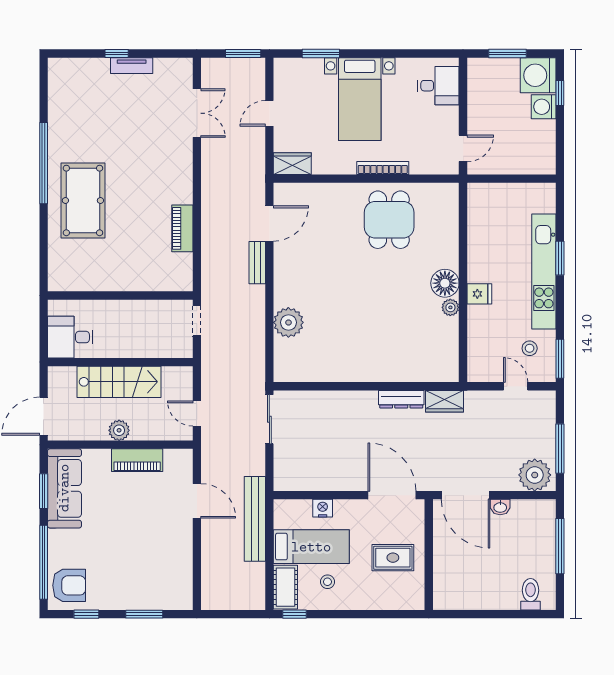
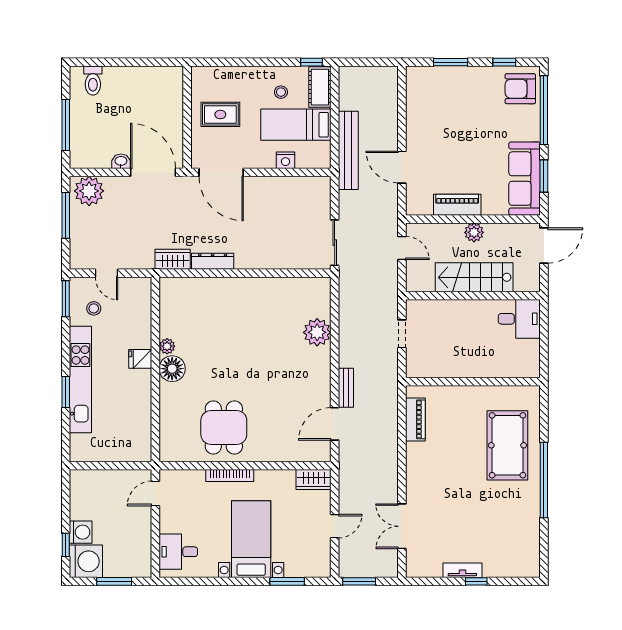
wall: (120, 295) -> (473, 382), moved

